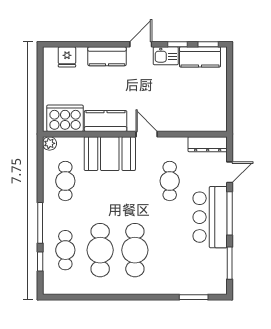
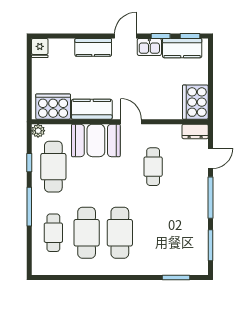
fridge: (67, 57) -> (40, 48), moved
cooker: (214, 113) -> (195, 102), added
dresser: (208, 144) -> (195, 131), width x0.70
cafe table: (65, 181) -> (53, 167), width x1.37, depth x1.35
bar counter: (210, 217) -> (192, 201), removed
window: (40, 261) -> (29, 163), moved

